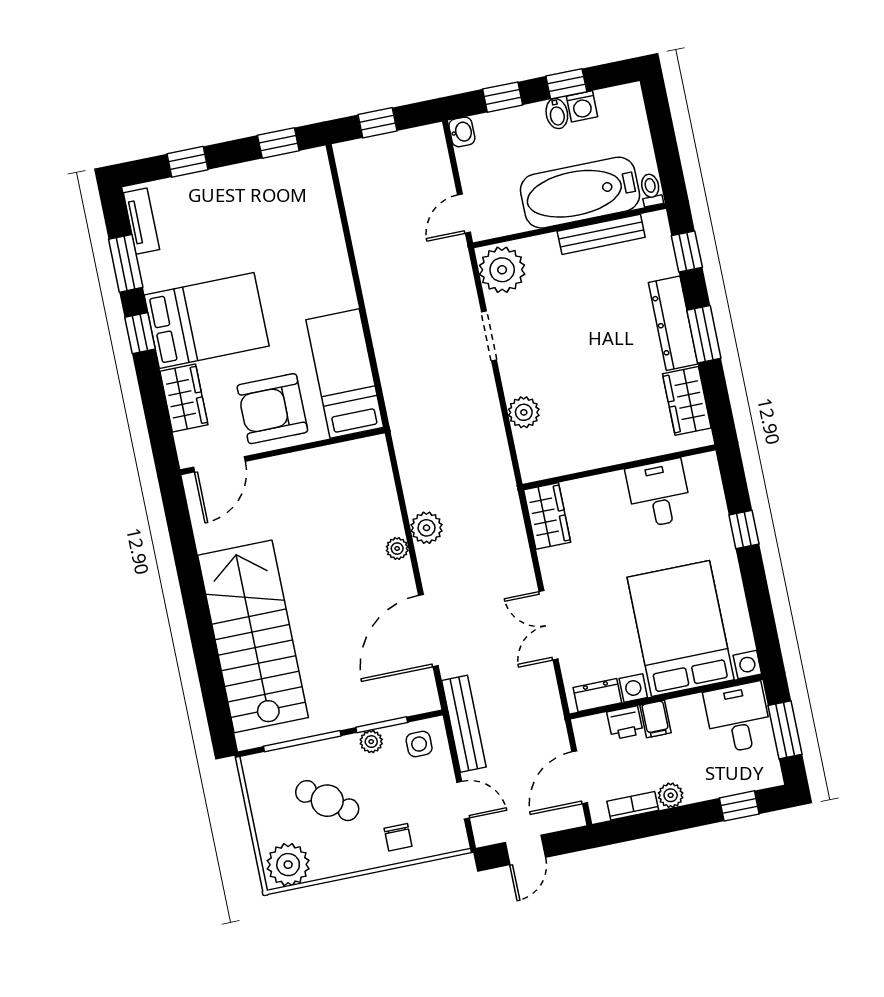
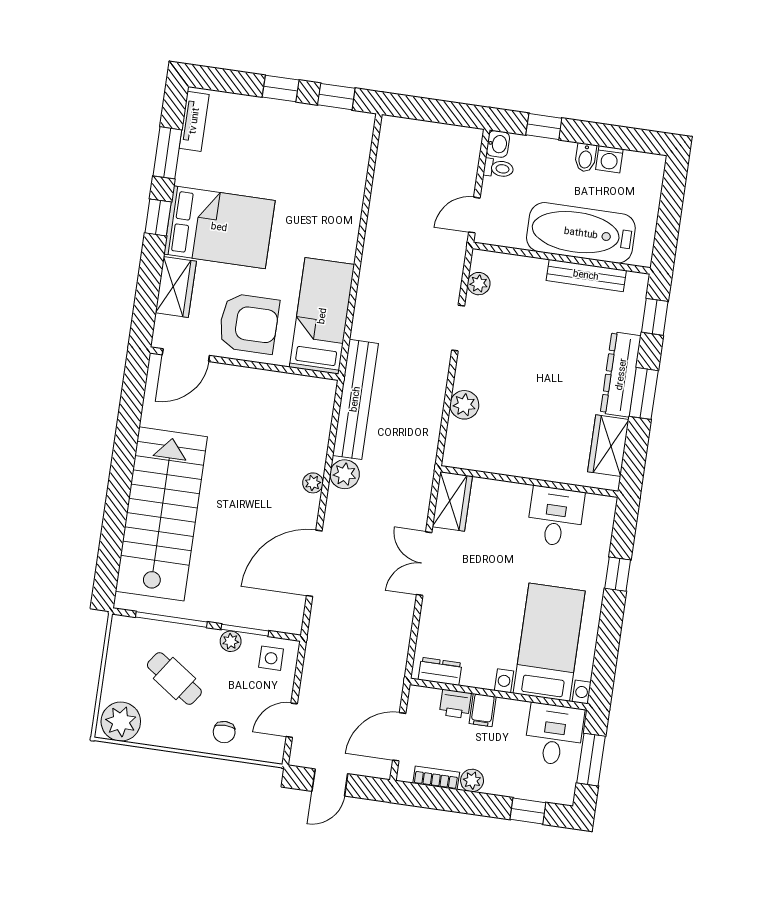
window: (566, 84) -> (603, 135), removed
window: (377, 123) -> (428, 110), removed
window: (187, 162) -> (281, 89), moved
toilet: (651, 190) -> (499, 168), moved, turned 90
plant: (502, 270) -> (479, 284), width x0.53, depth x0.53
armchair: (272, 409) -> (249, 324), turned 180
double door: (548, 625) -> (424, 564), moved
bed with nightstands: (681, 628) -> (549, 642), width x0.73
bench: (464, 724) -> (355, 399), moved, width x1.37, depth x1.21
door: (463, 800) -> (292, 720), swing flipped

